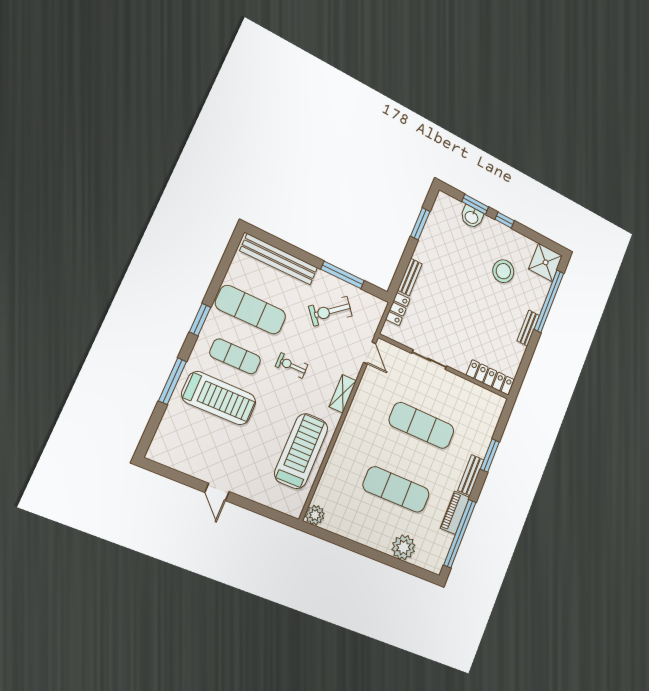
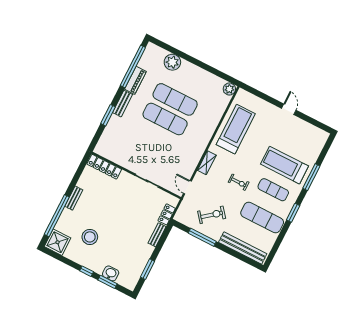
exercise mat: (422, 425) -> (165, 119), moved
treadmill: (301, 451) -> (236, 129), turned 180

